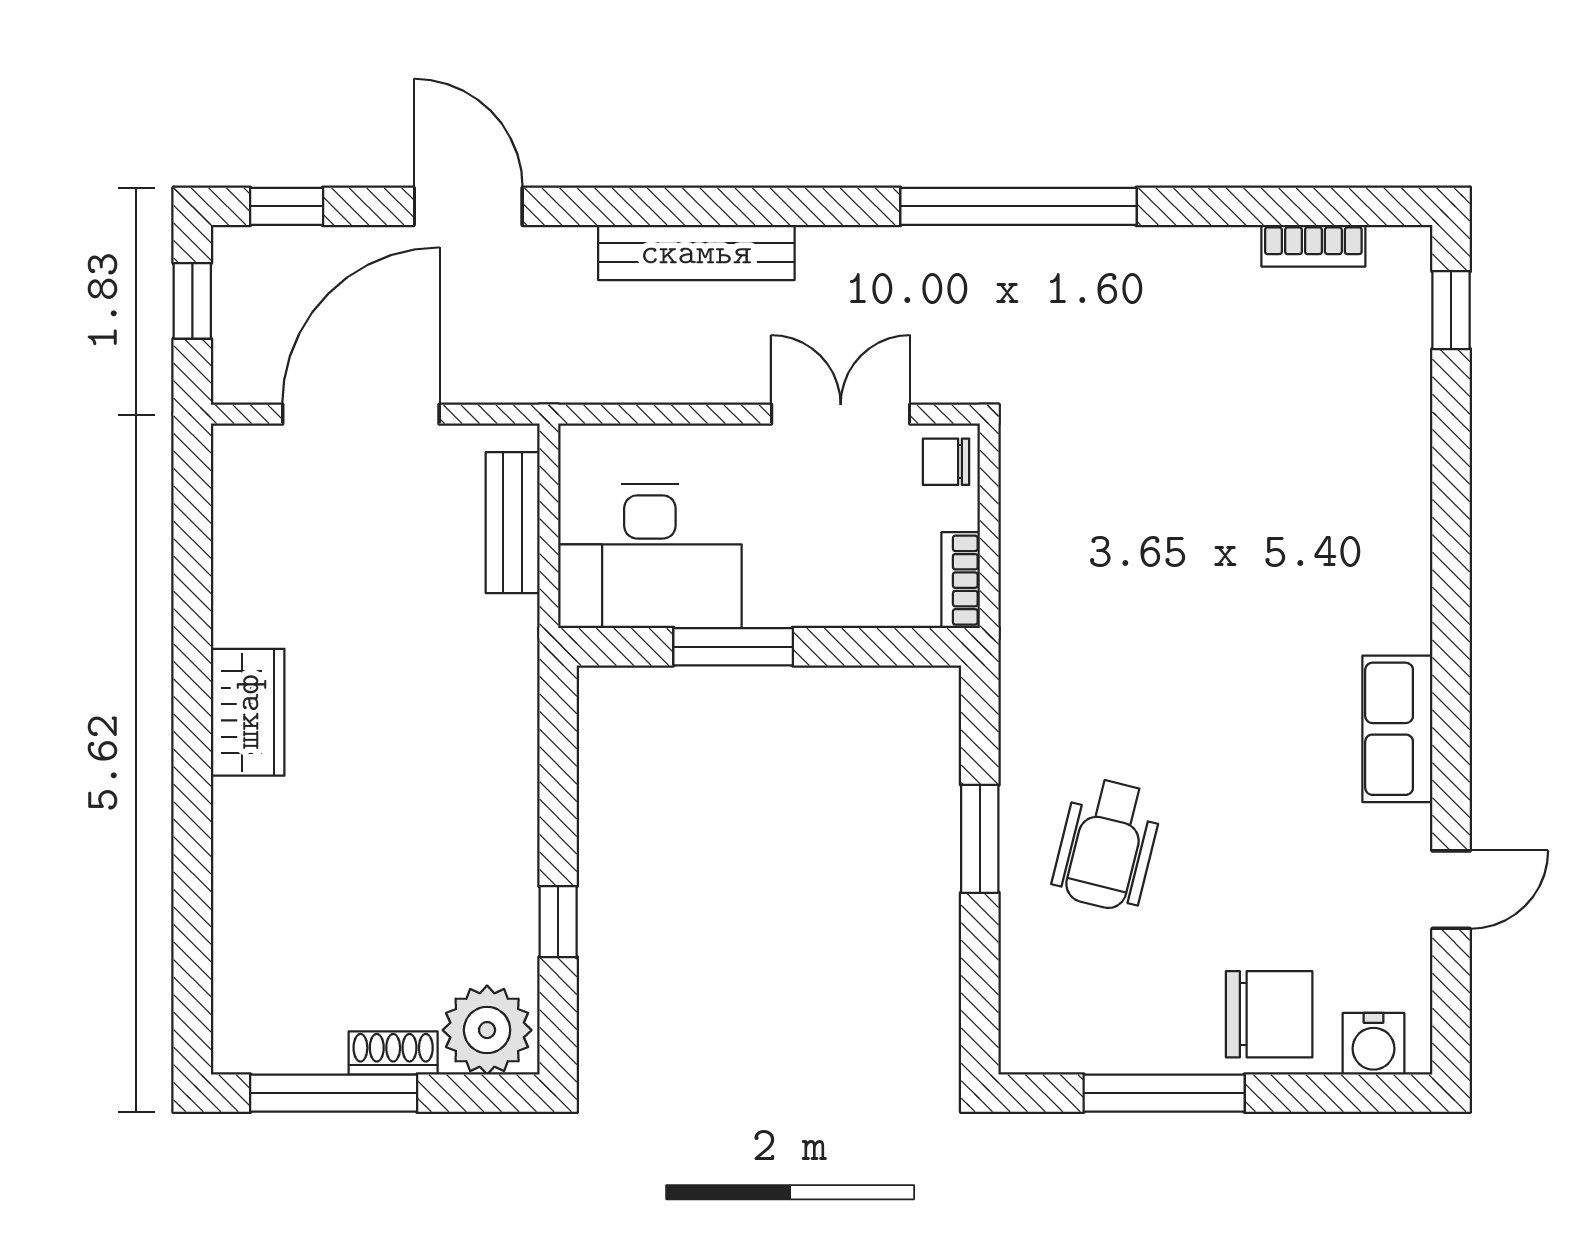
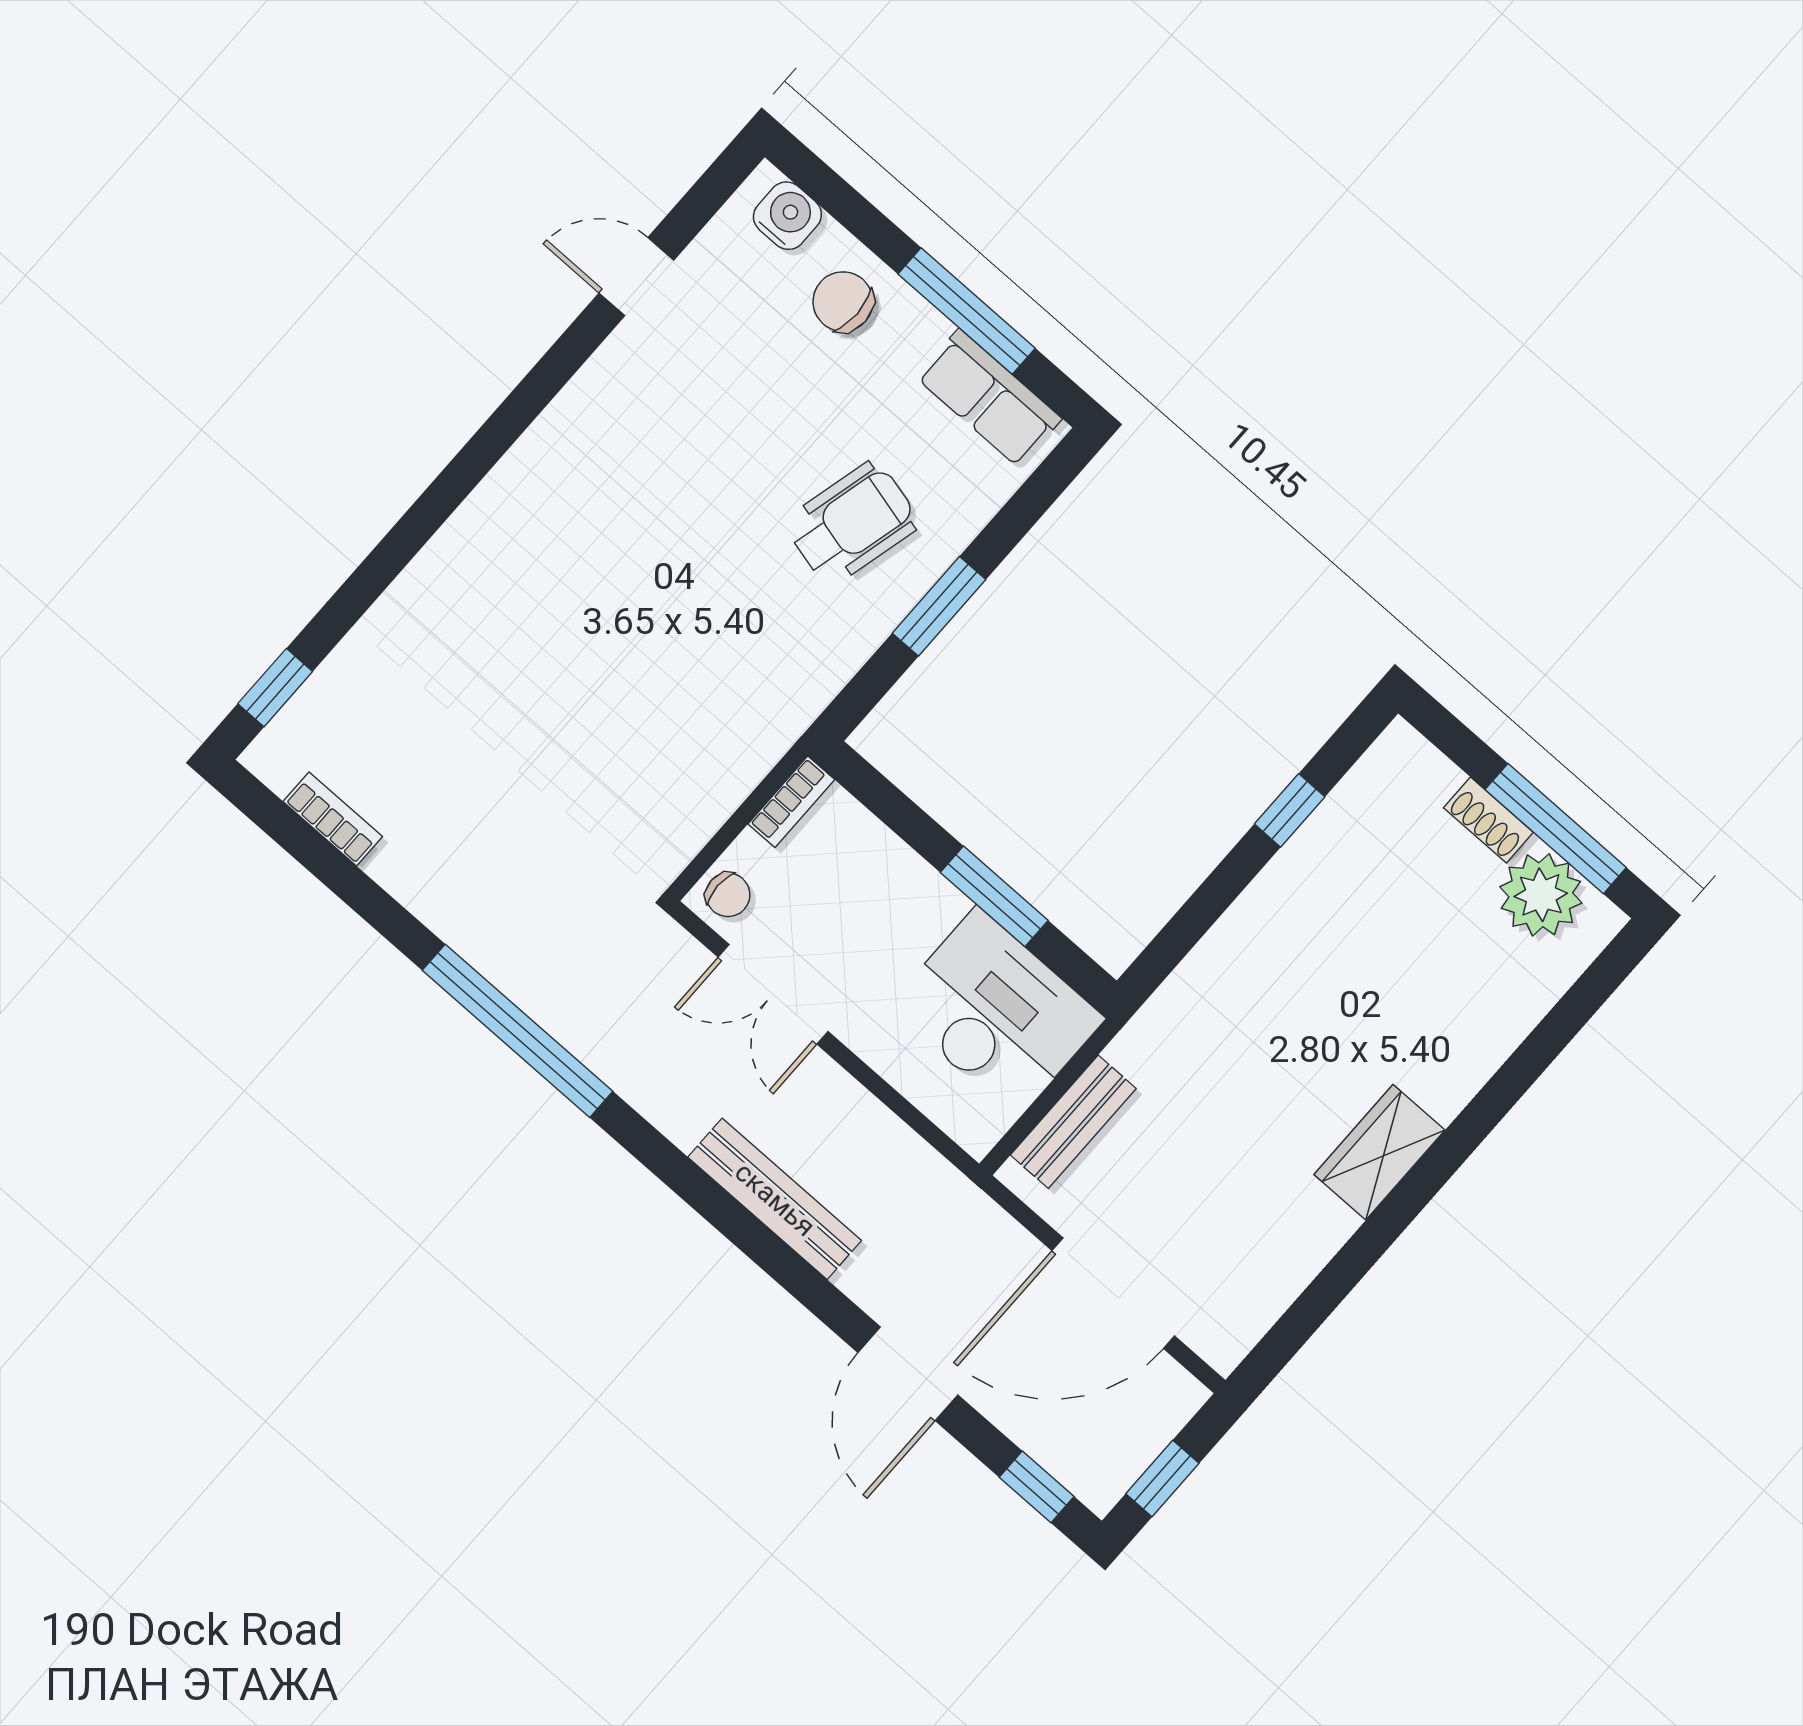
row of seats: (1397, 729) -> (989, 398), moved, turned 90
chair: (1269, 1014) -> (843, 302), width x0.73, depth x0.73
plant: (487, 1030) -> (1541, 895), moved

